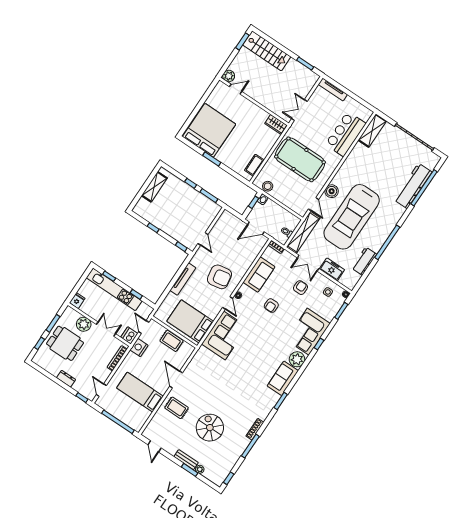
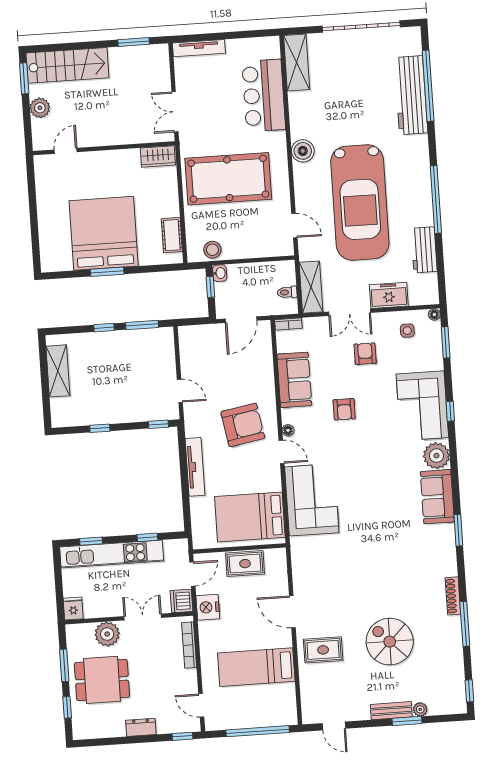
plant: (229, 76) -> (40, 108), moved
bed: (209, 130) -> (104, 233), moved
boiler: (332, 191) -> (303, 151), moved
shelving: (303, 232) -> (311, 287), width x0.68
door: (144, 327) -> (192, 574), swing flipped

